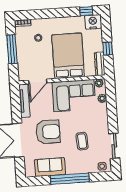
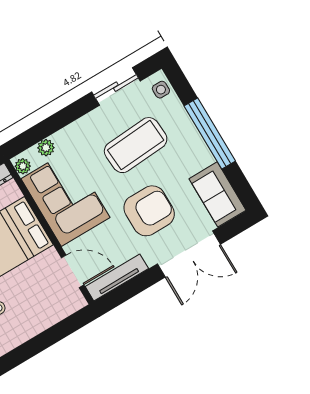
window: (12, 49) -> (40, 343), removed
armchair: (48, 132) -> (149, 211), turned 90
coffee table: (82, 141) -> (136, 145), width x1.86, depth x1.72
sofa: (50, 167) -> (218, 194), moved

